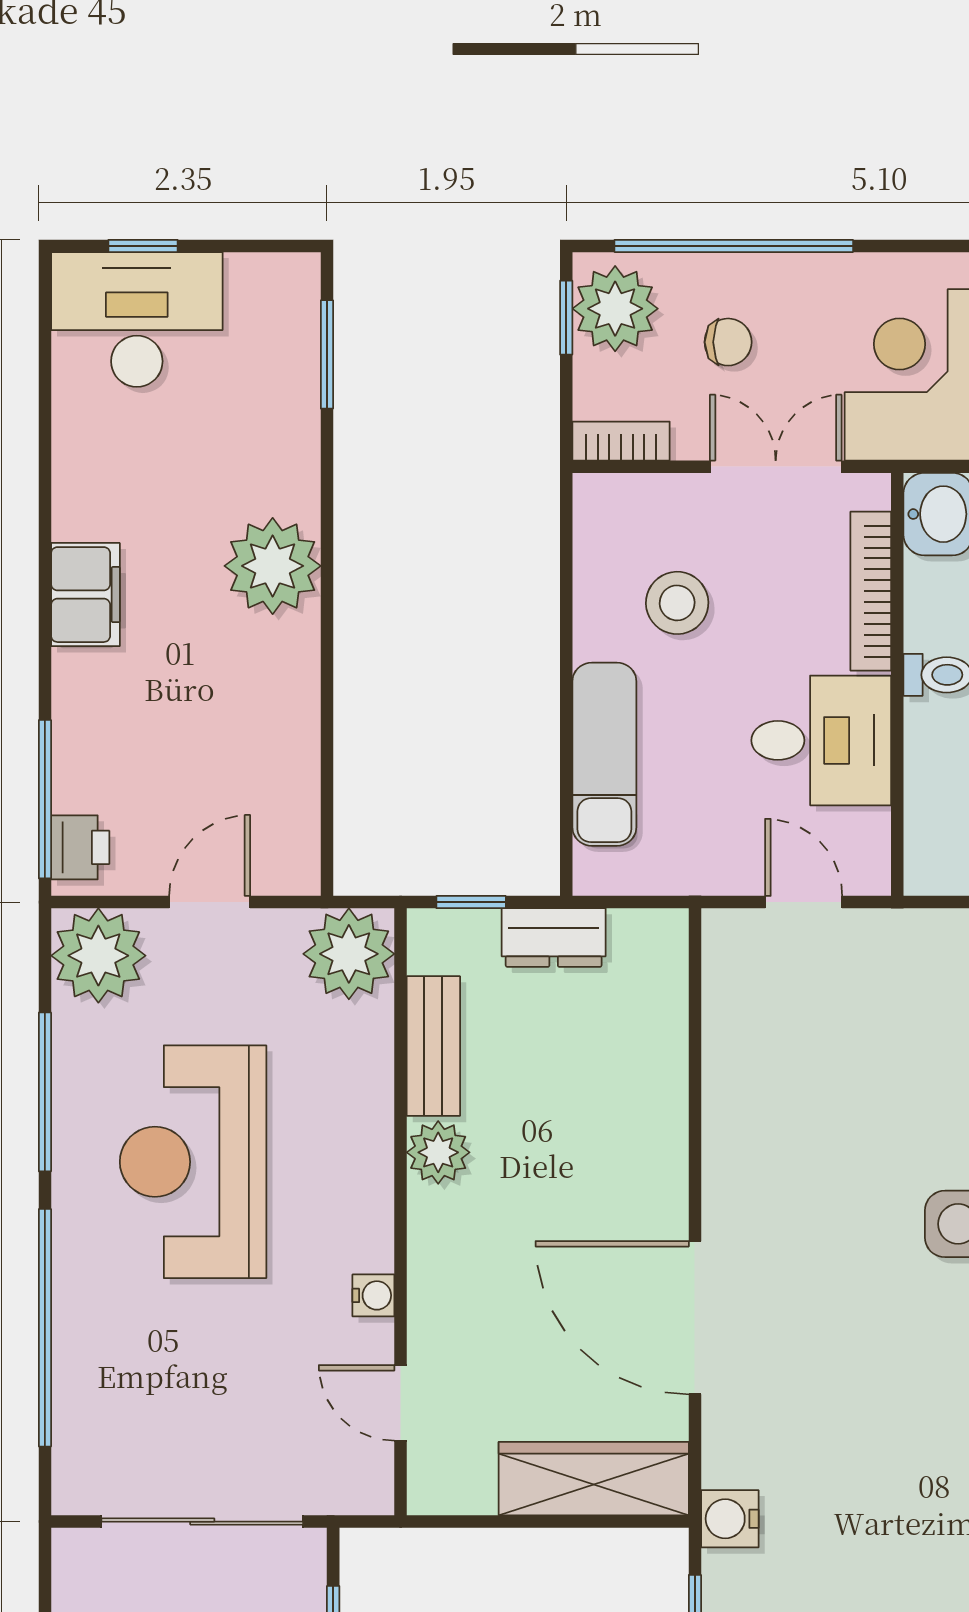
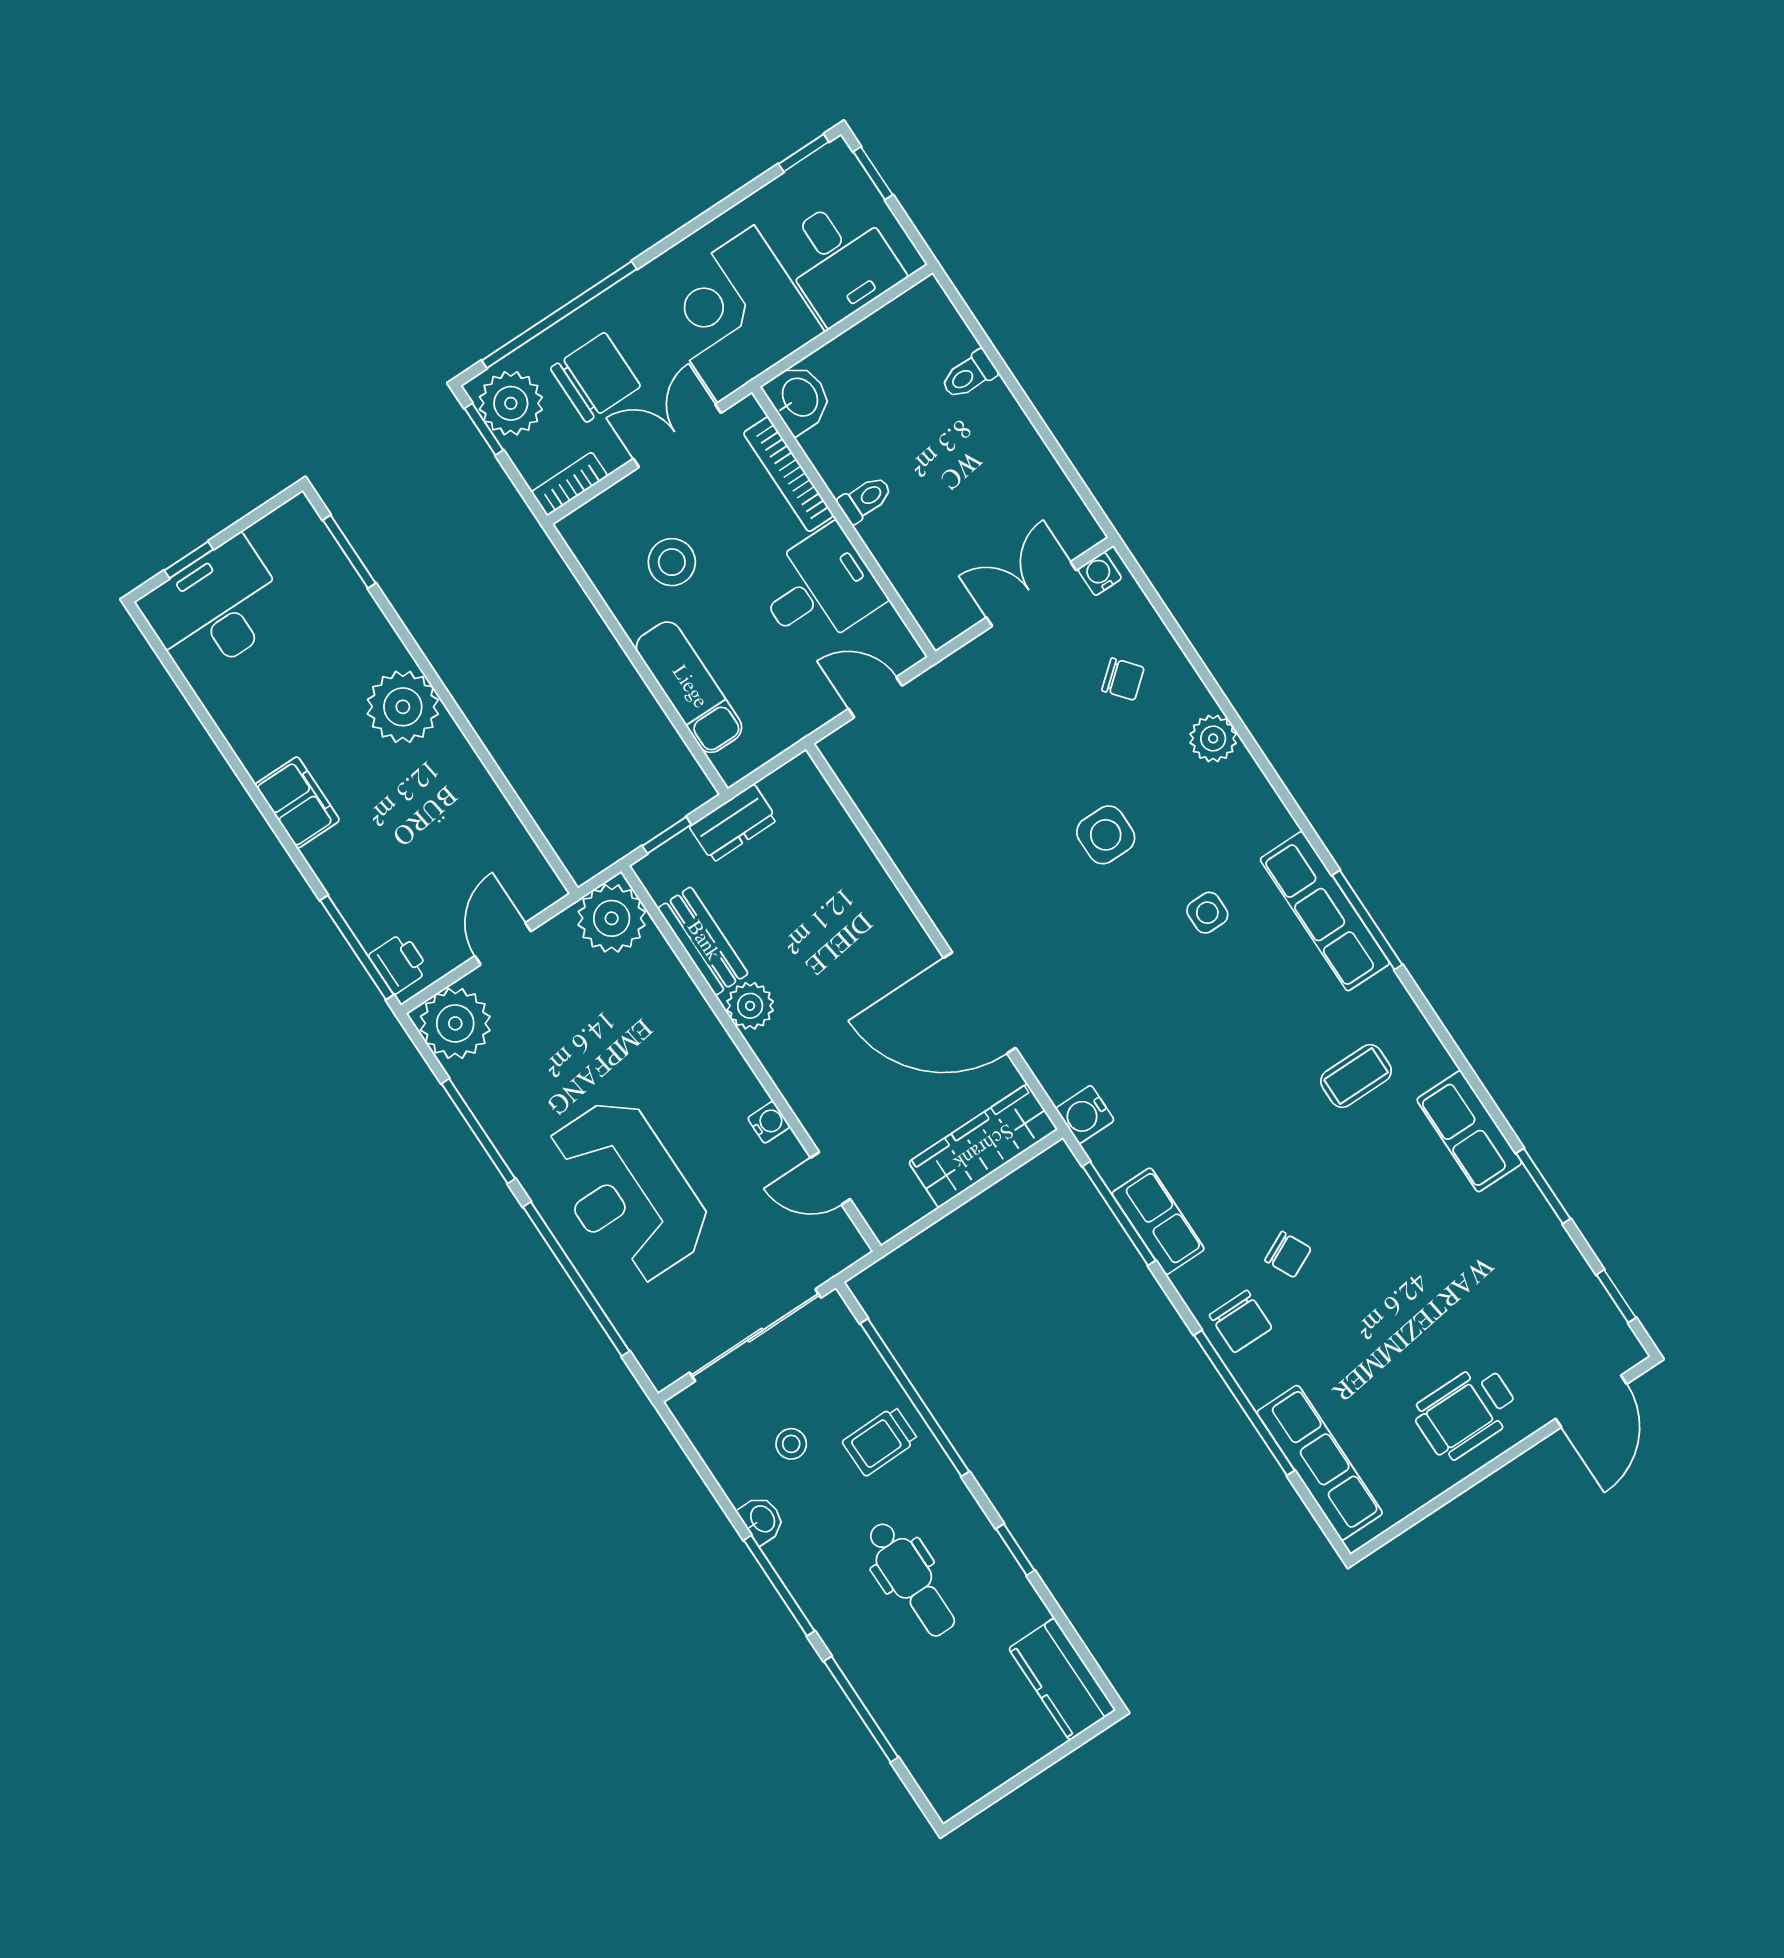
chair: (728, 342) -> (595, 377), width x1.87, depth x1.87
reception desk: (193, 1162) -> (627, 1191), moved

